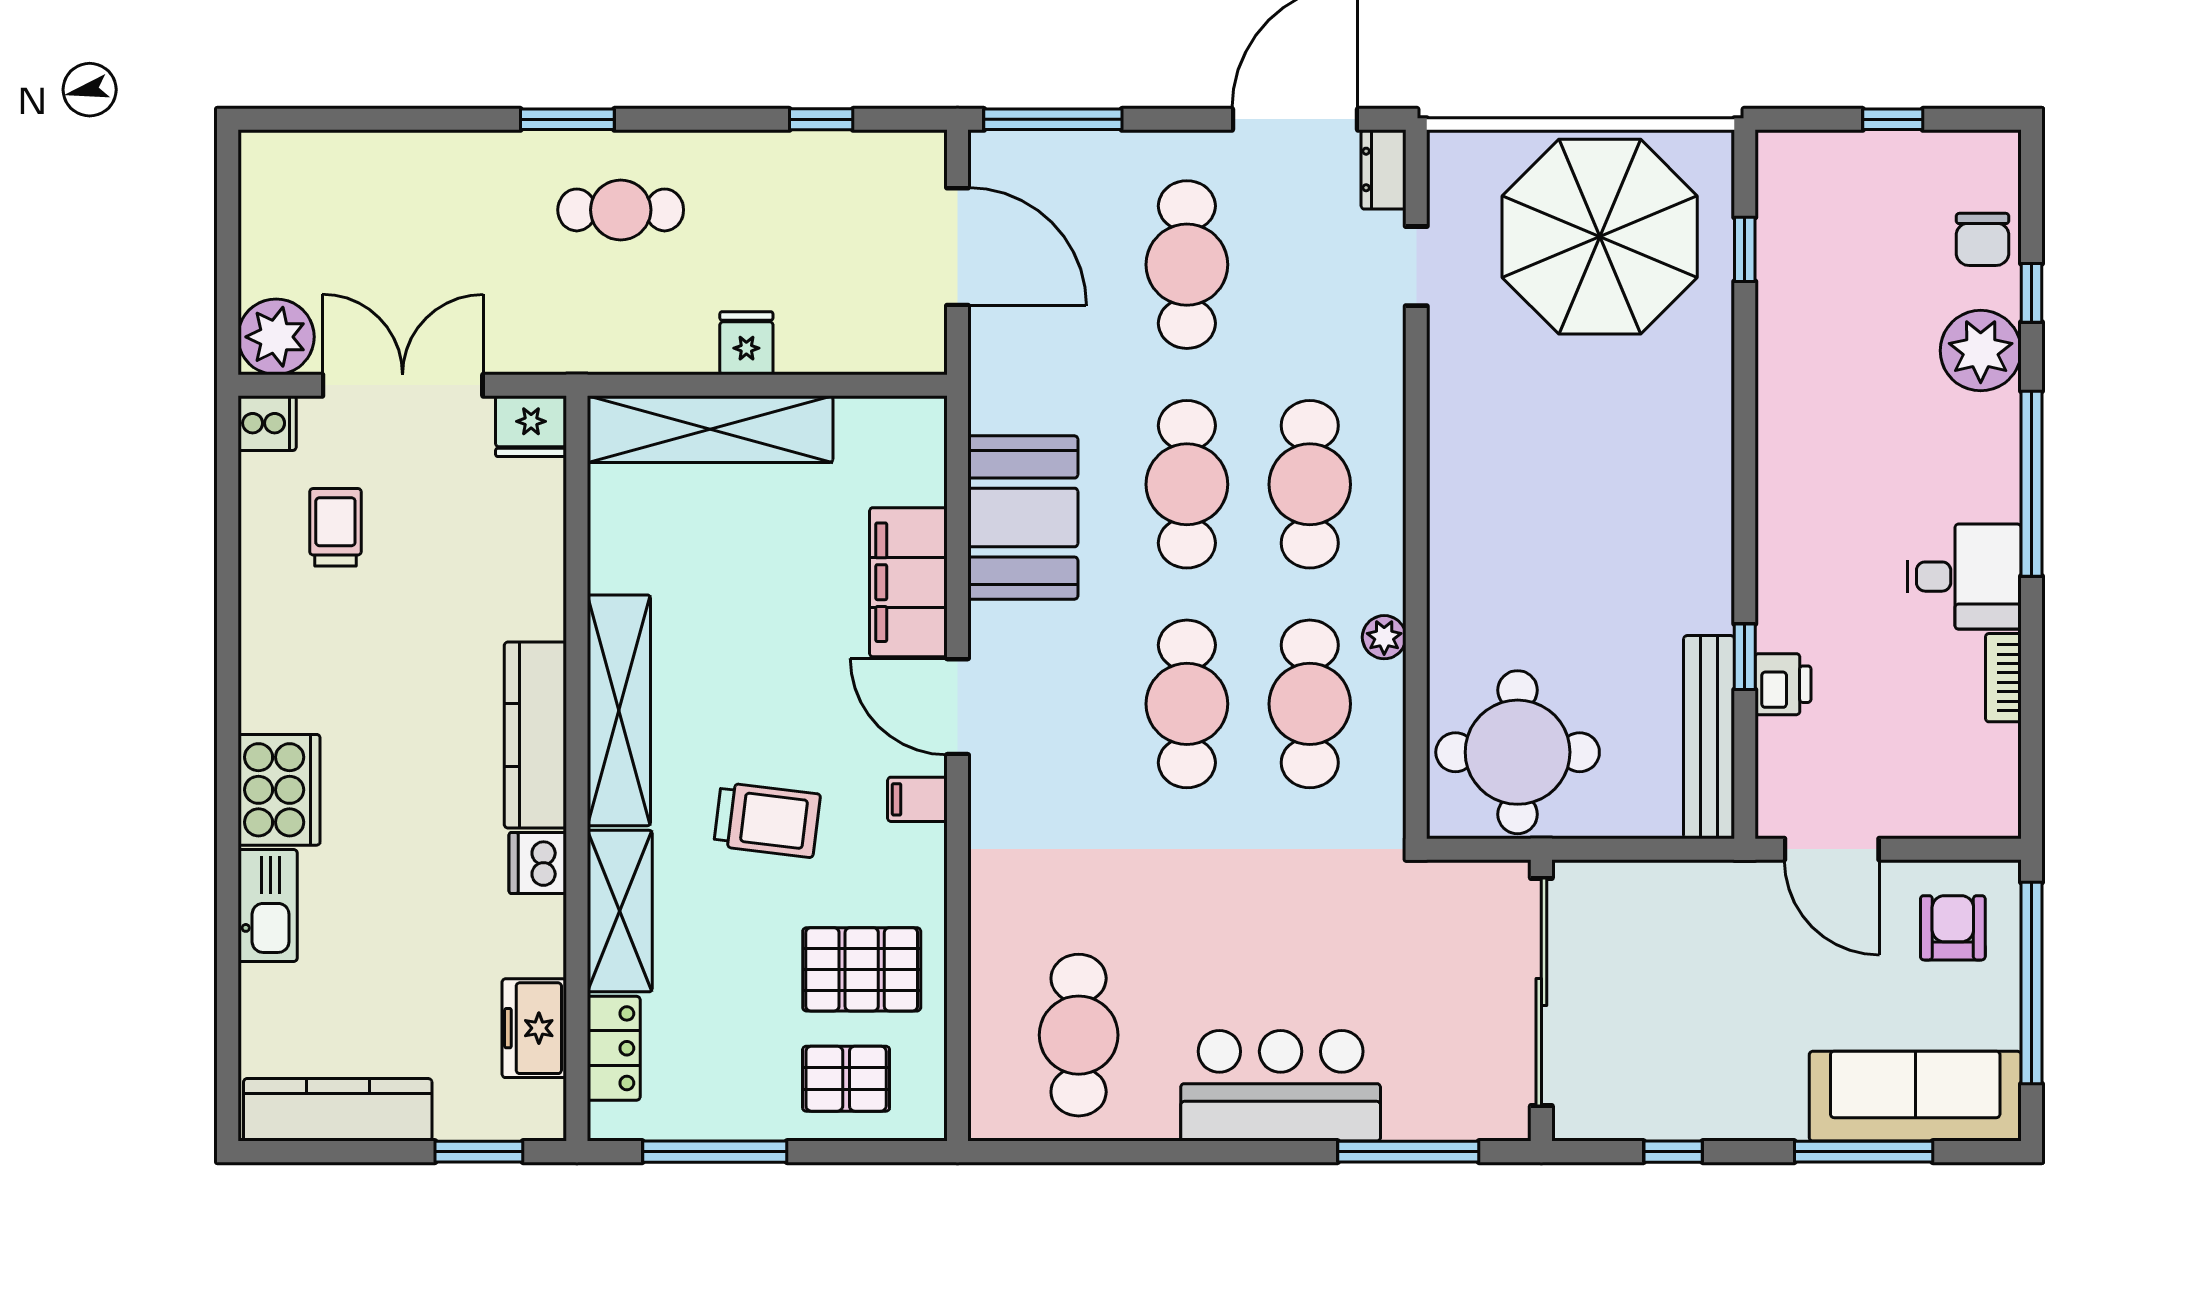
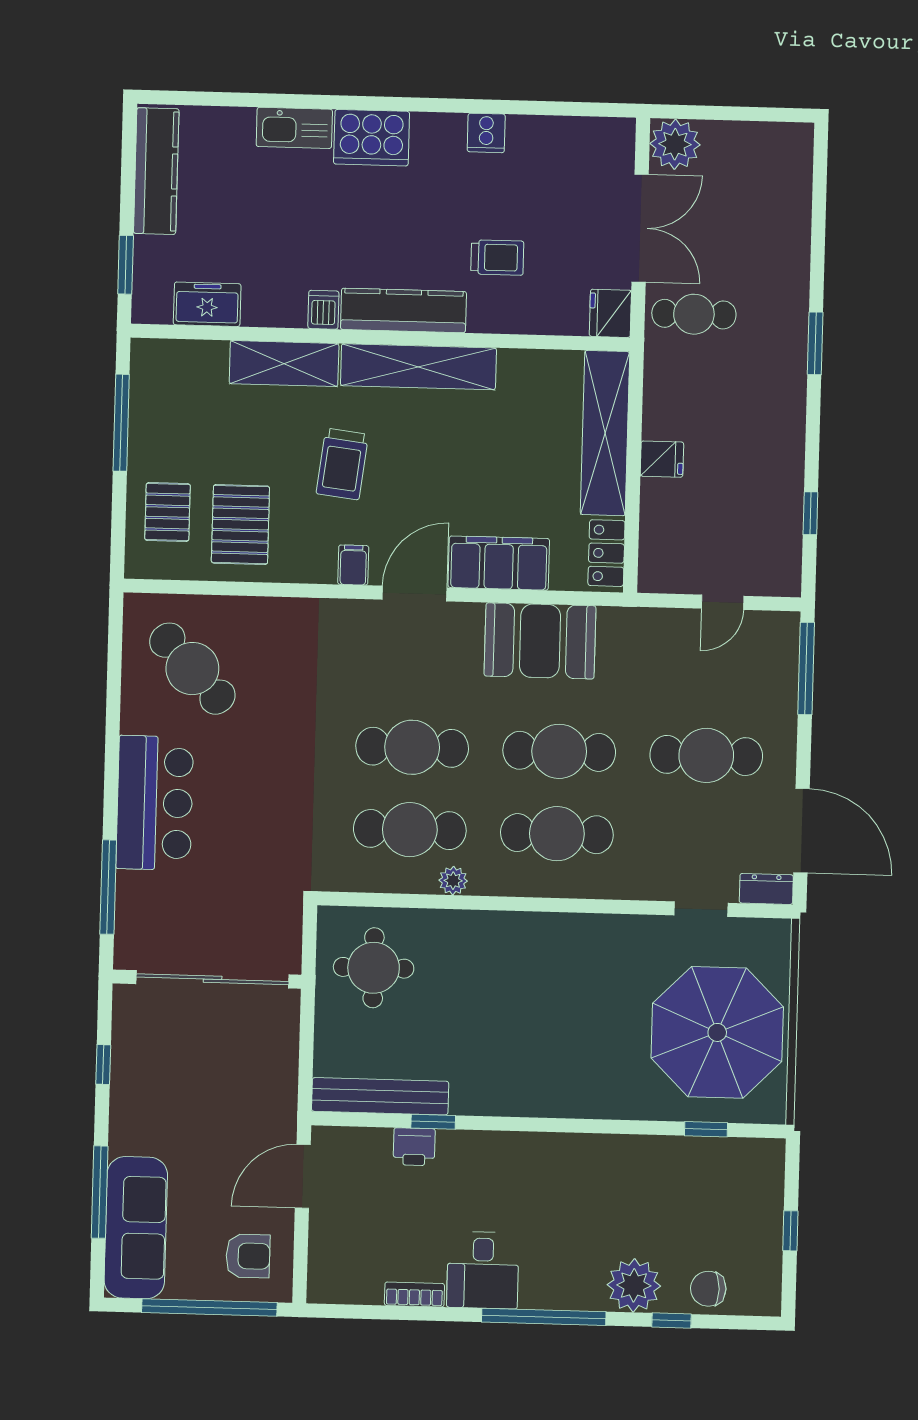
cafe table: (621, 210) -> (694, 314), moved, turned 90
door: (957, 247) -> (723, 602), width x0.53
cooker: (267, 423) -> (486, 133), moved
trolley: (335, 527) -> (497, 258), moved
round table: (1518, 752) -> (374, 968), width x0.73, depth x0.73
dishwasher: (538, 863) -> (323, 310), width x0.73
cafe table: (1079, 1035) -> (192, 669), turned 47
locker: (614, 1048) -> (606, 553), moved, turned 90

